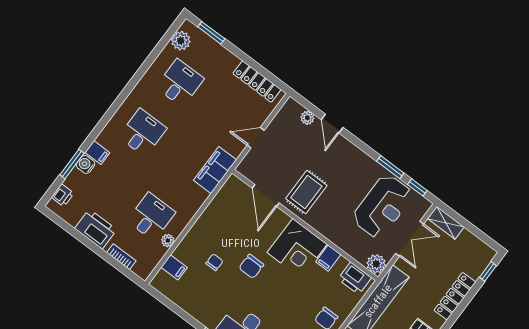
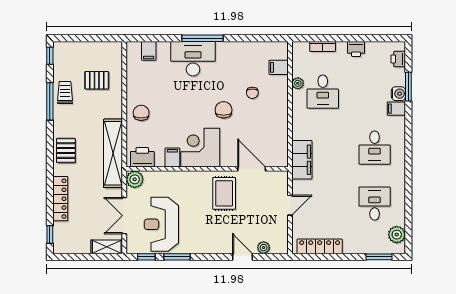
desk: (180, 83) -> (375, 204), turned 180
printer: (96, 229) -> (356, 49), width x0.53, depth x0.68

